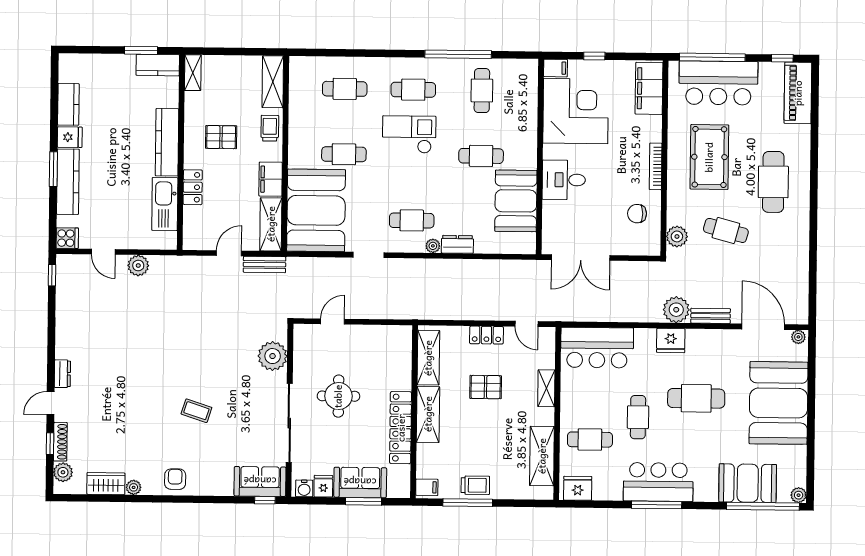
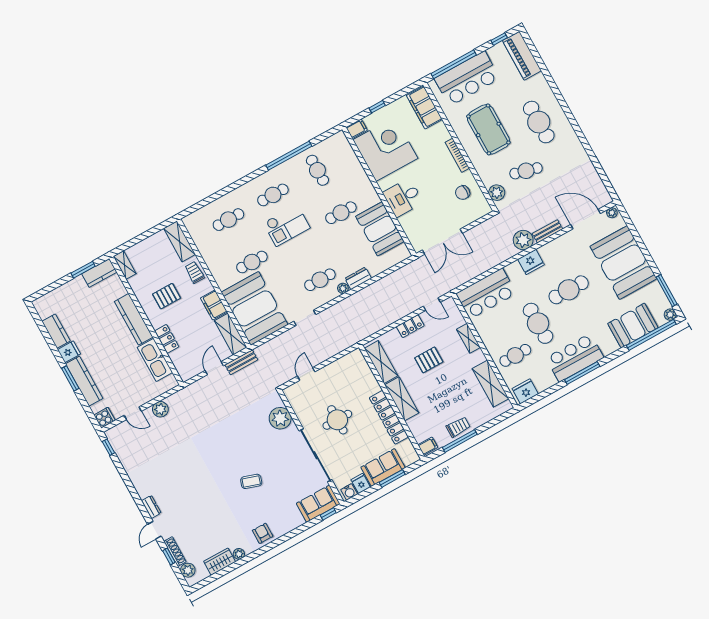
checkout: (409, 135) -> (287, 225), turned 180
cafe table: (638, 417) -> (538, 323), width x1.37, depth x1.35
window: (810, 465) -> (667, 291), added

